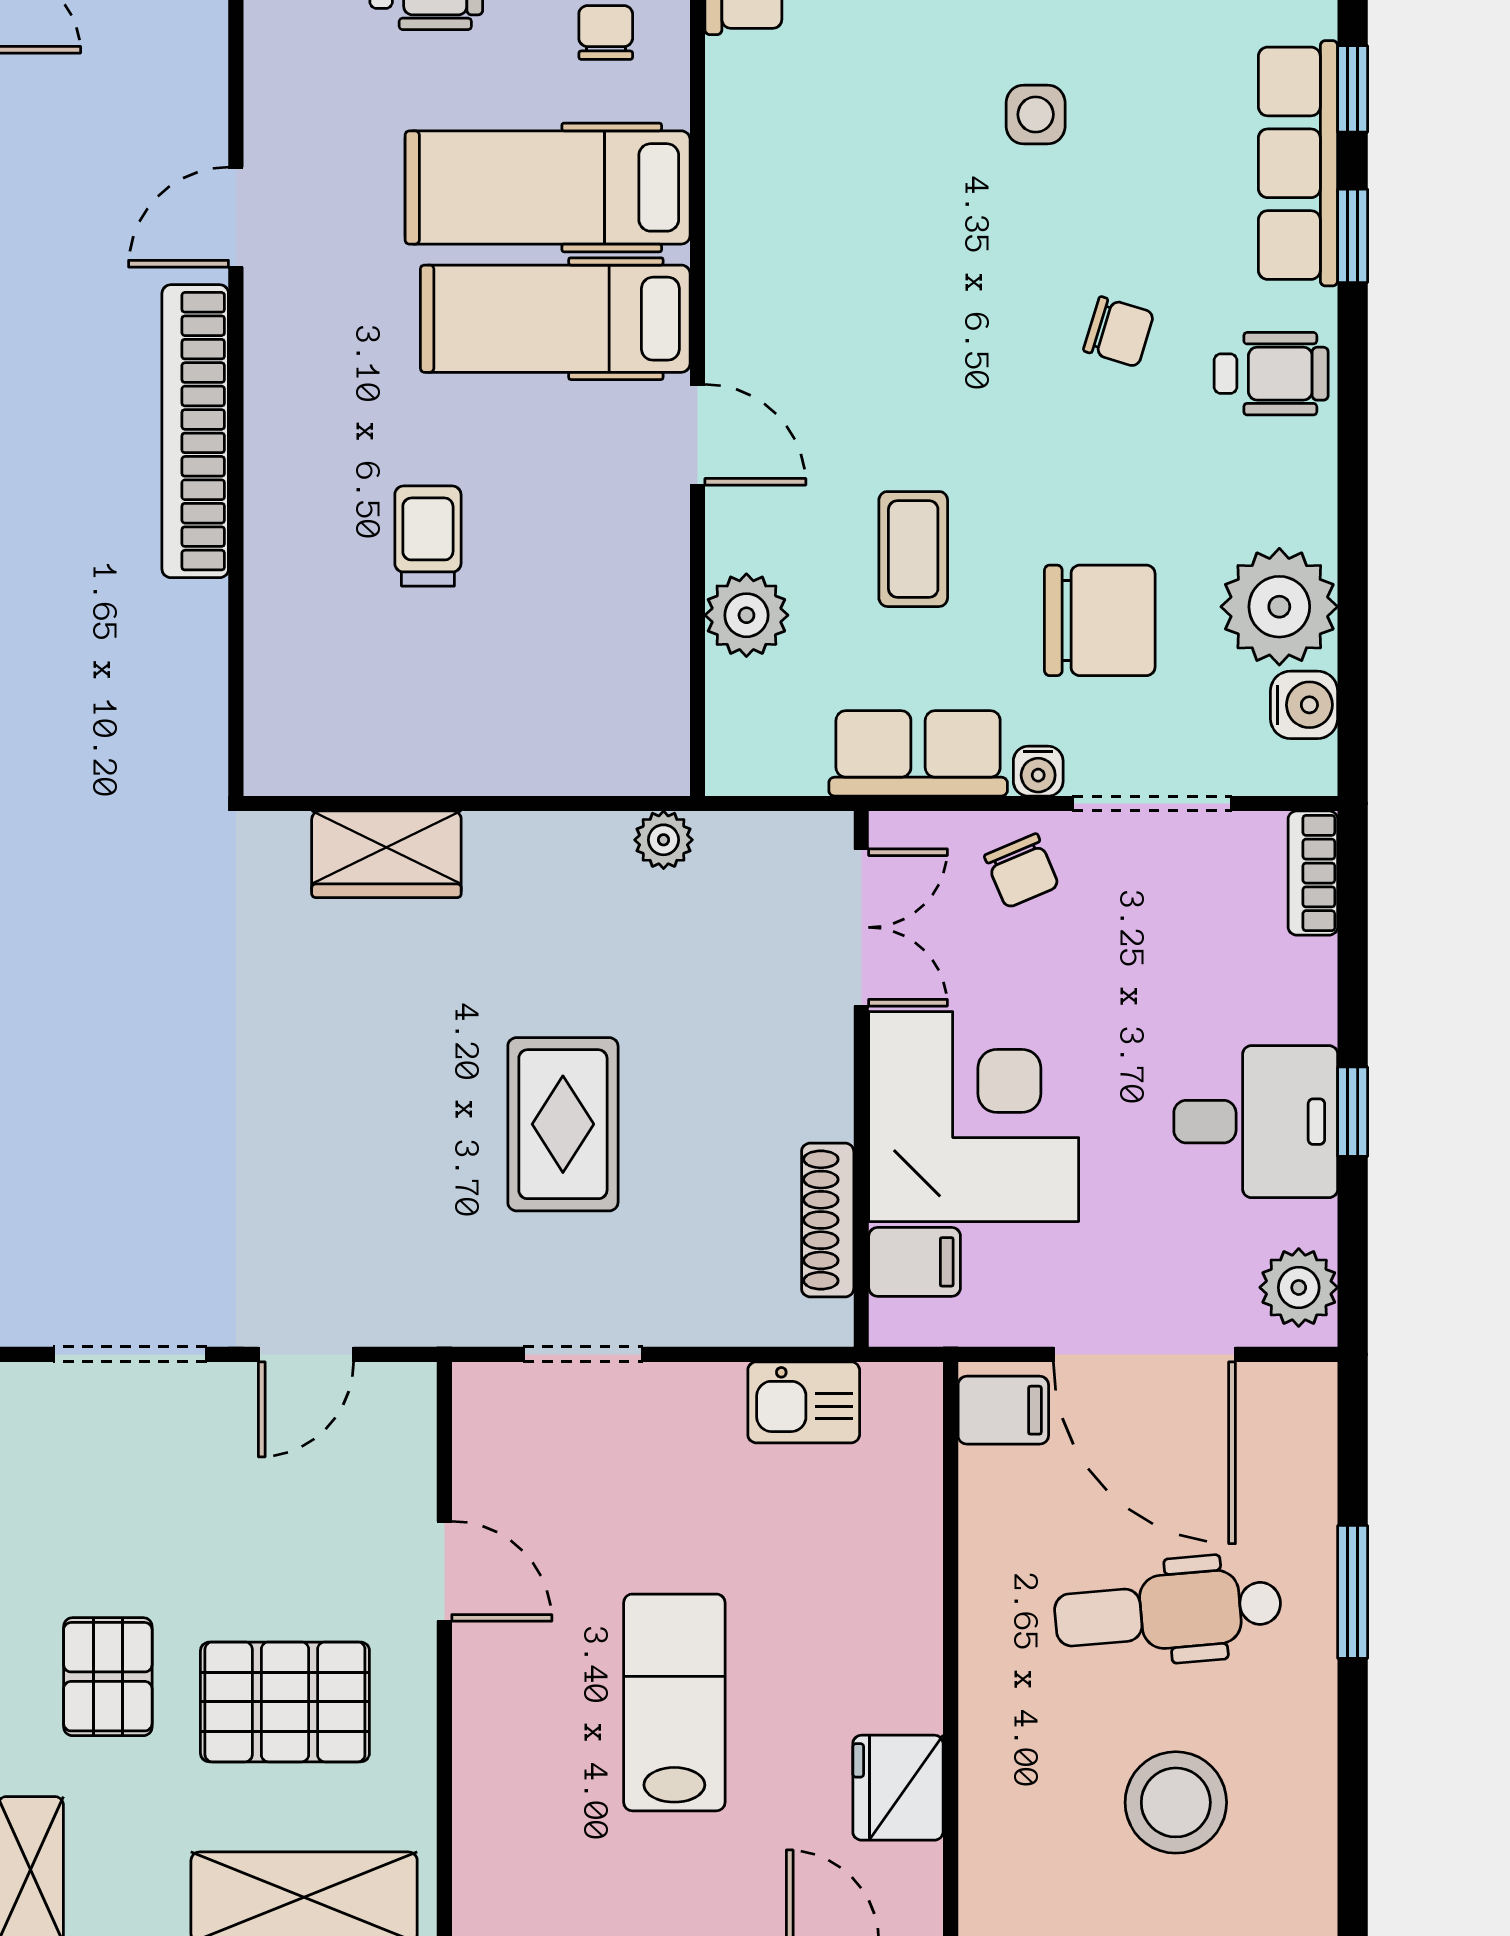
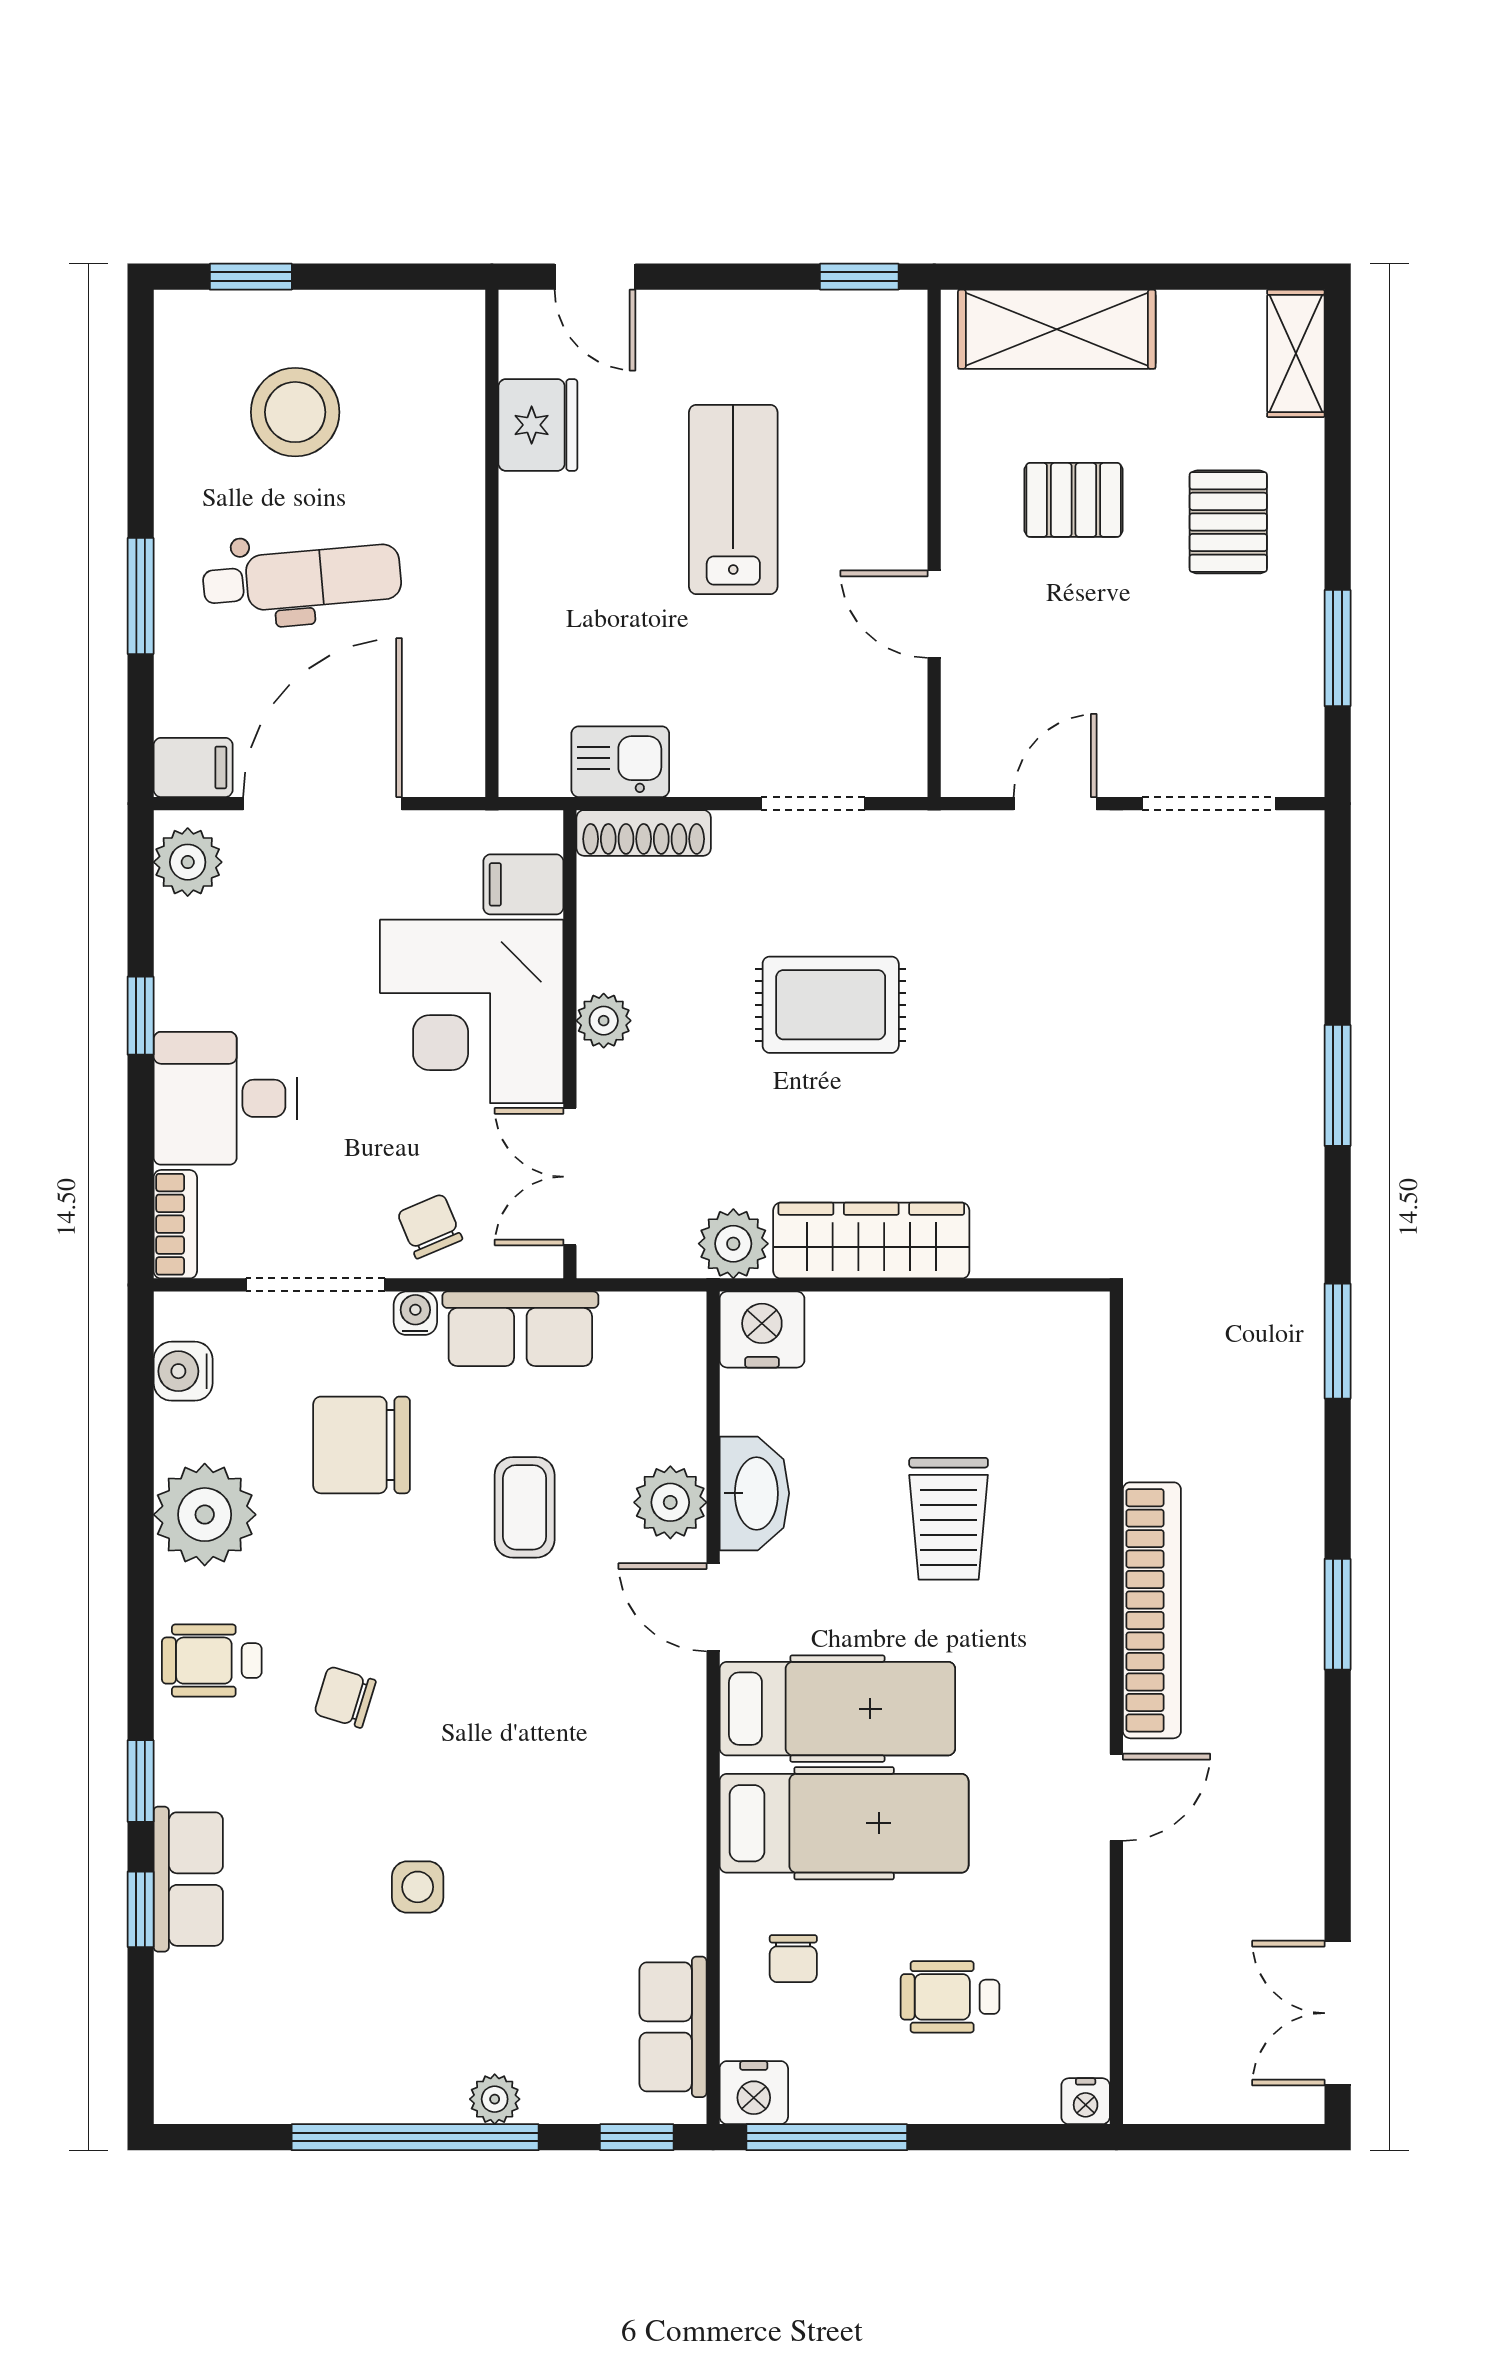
row of seats: (1298, 163) -> (188, 1879), width x0.68
trolley: (428, 536) -> (949, 1519), width x1.36, depth x1.39
washbasin: (650, 565) -> (754, 1493), added
plant: (1279, 607) -> (205, 1515), moved
plant: (746, 615) -> (670, 1502), moved
nightstand: (642, 752) -> (762, 1330), added
plant: (664, 840) -> (733, 1244), width x1.38, depth x1.38
wardrobe: (386, 854) -> (871, 1241), moved, width x1.50
plant: (823, 1106) -> (604, 1021), added
desk: (1256, 1122) -> (225, 1098), moved
rug: (563, 1124) -> (831, 1005), turned 90
shoe rack: (828, 1220) -> (644, 833), moved, turned 90
door: (1144, 1354) -> (323, 804), hinge flipped
filing cabinet: (1003, 1410) -> (193, 767), moved, turned 180
pallet: (285, 1702) -> (1074, 500), width x0.67, depth x0.71
lab bench: (674, 1702) -> (733, 499), turned 180

